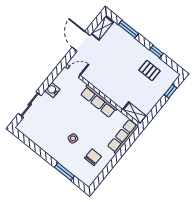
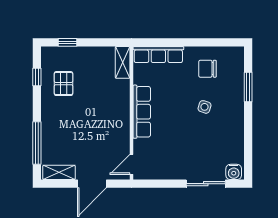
window: (128, 29) -> (37, 143), width x1.44
window: (156, 52) -> (37, 77), moved
door: (74, 72) -> (131, 164), hinge flipped
water cooler: (52, 90) -> (234, 172), moved

